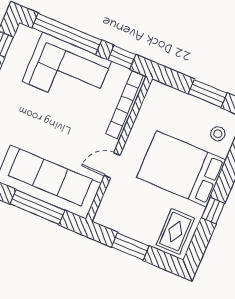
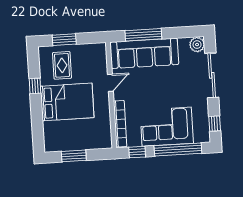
stool: (218, 134) -> (55, 134), removed
rug: (175, 231) -> (62, 65), moved
window: (130, 246) -> (64, 40), moved

